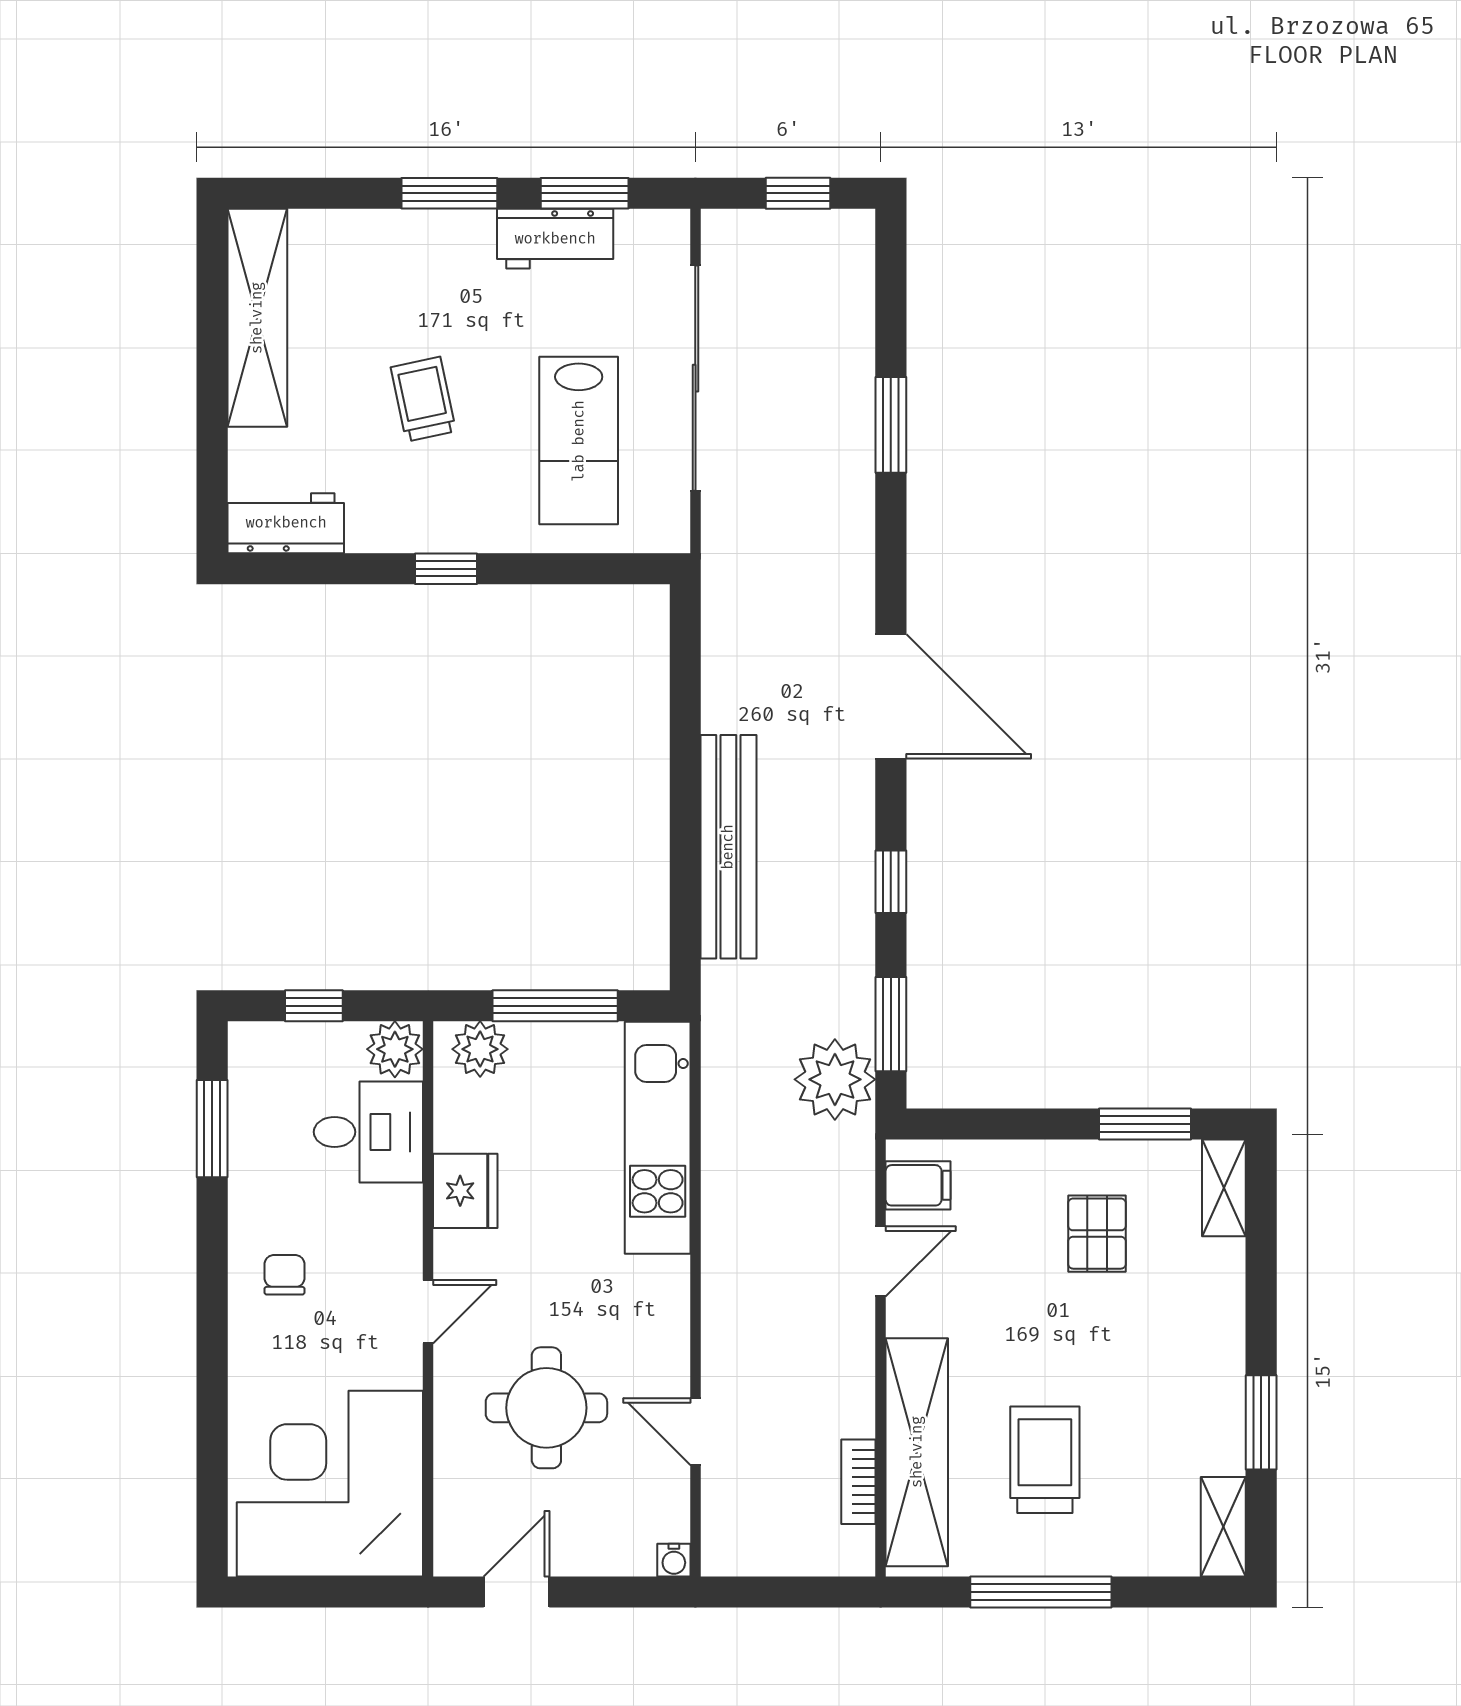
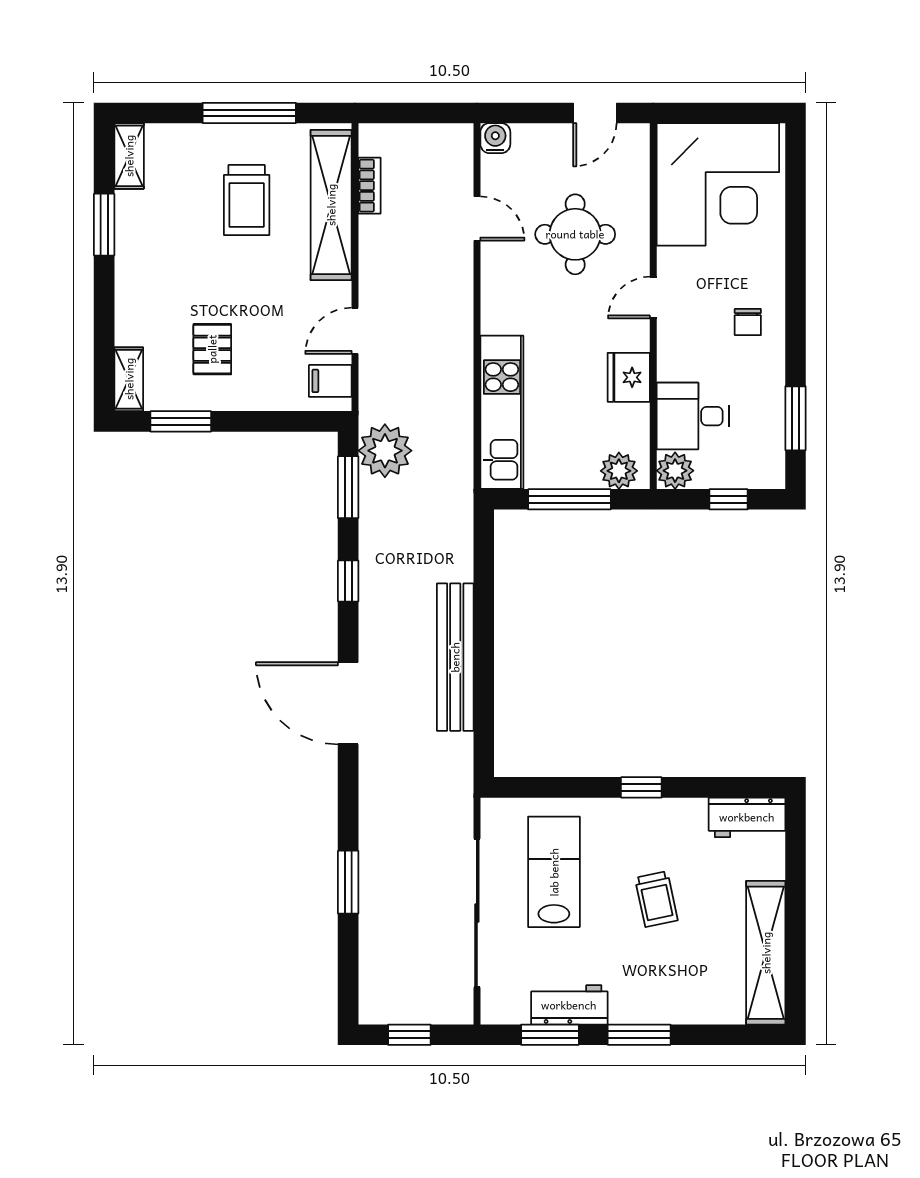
bench: (728, 847) -> (455, 657), moved
water cooler: (674, 1560) -> (495, 138), width x1.38, depth x1.38

